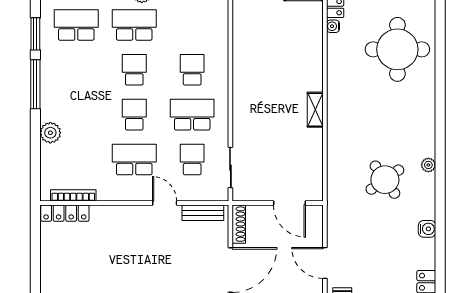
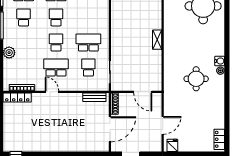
school desk: (192, 70) -> (24, 17), moved
round table: (385, 180) -> (196, 79), turned 35
door: (165, 203) -> (52, 92), moved
water cooler: (427, 229) -> (220, 61), moved
door: (325, 263) -> (163, 125), swing flipped

